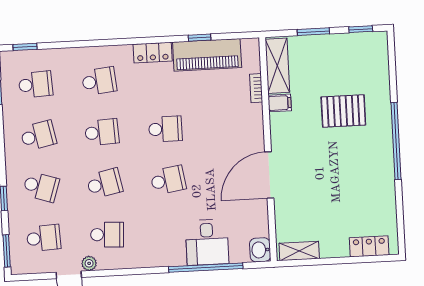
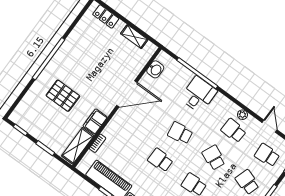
filing cabinet: (280, 103) -> (95, 122), width x2.00
school desk: (105, 183) -> (214, 158), turned 36
desk: (207, 242) -> (199, 95), moved
washbasin: (260, 250) -> (155, 69), moved
shelving: (299, 251) -> (134, 37), moved
plant: (89, 263) -> (242, 115), moved

